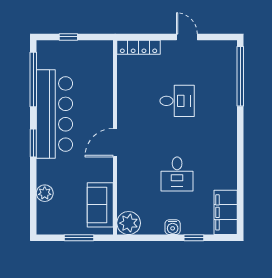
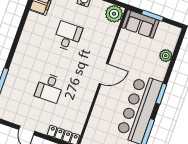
desk: (177, 101) -> (50, 88), turned -90
sofa: (100, 205) -> (140, 24), moved, turned 90

